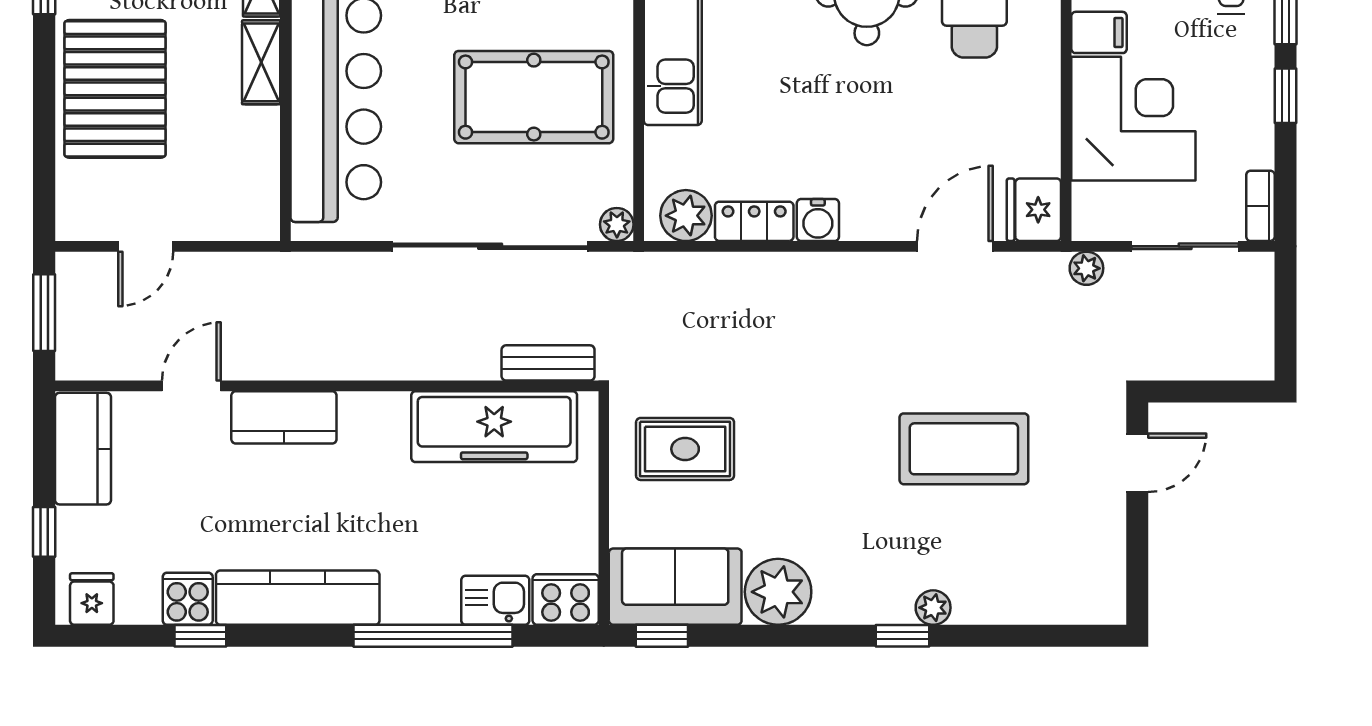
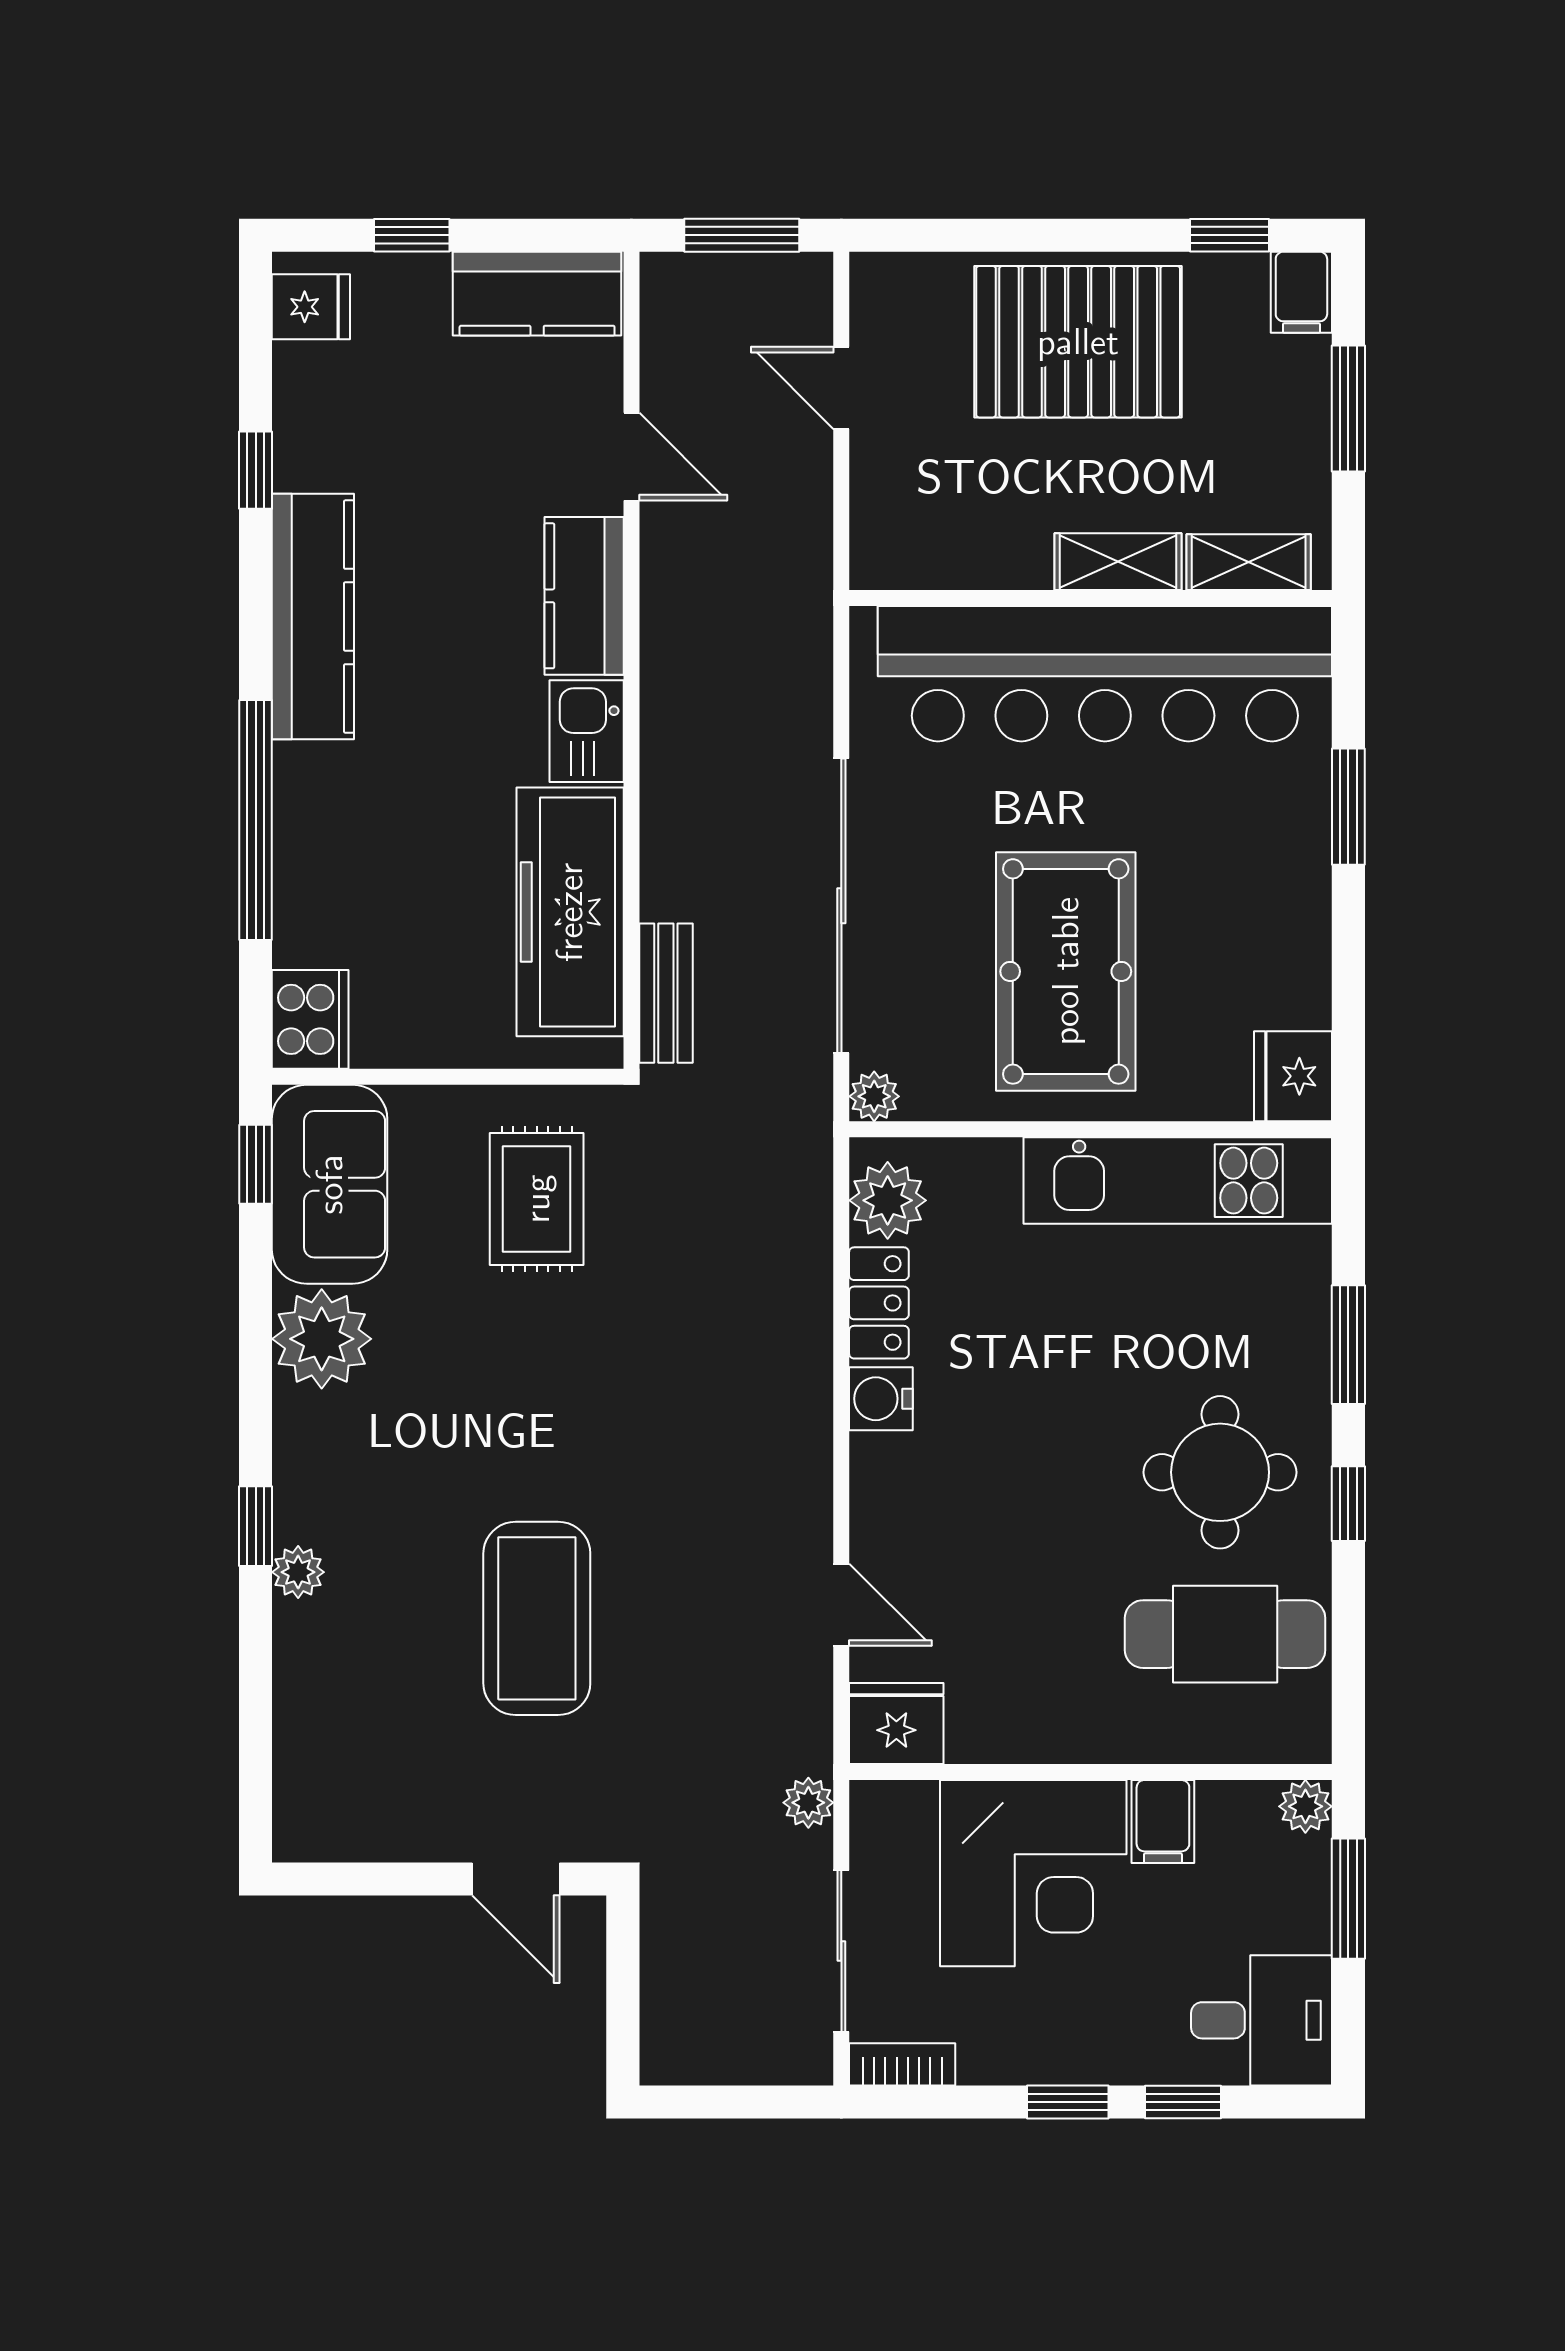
door: (955, 246) -> (841, 1605), width x0.73
cooker: (188, 599) -> (311, 451), removed
kitchen sink: (495, 600) -> (587, 731), moved, turned 180

